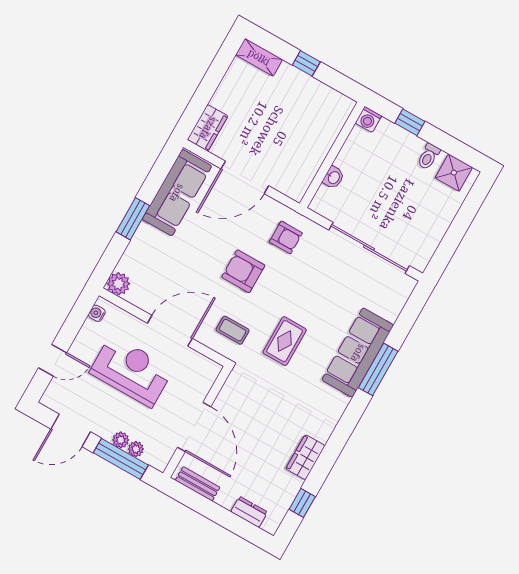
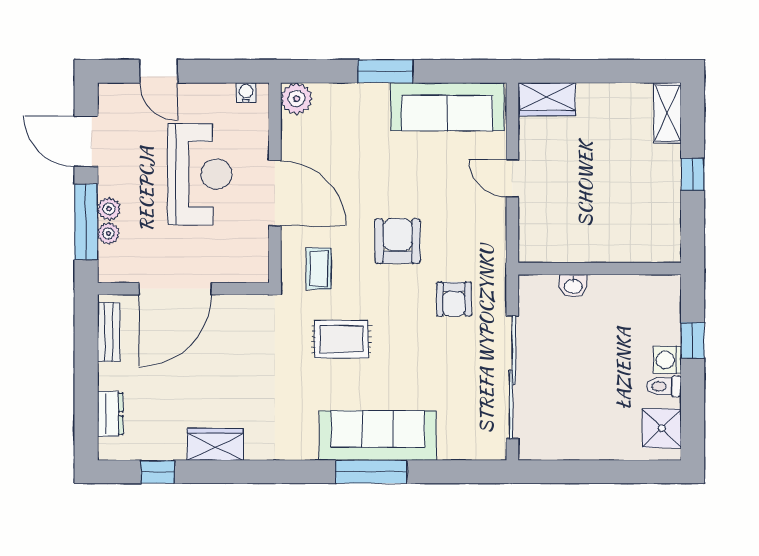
washing machine: (368, 119) -> (667, 360), moved
door: (245, 177) -> (512, 178), width x0.53
armchair: (286, 237) -> (454, 299), moved

